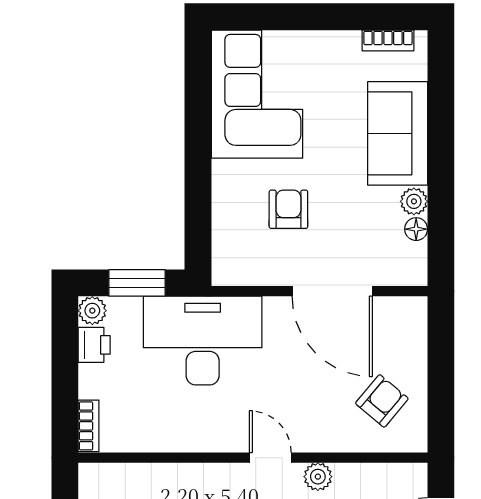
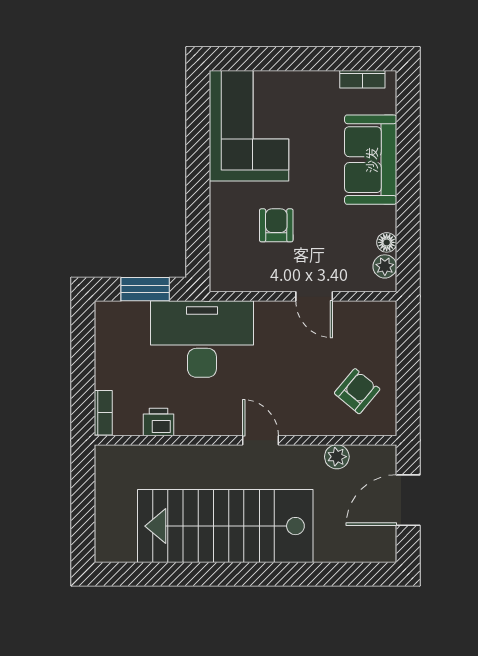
plant: (414, 201) -> (385, 266), moved
door: (332, 291) -> (314, 296), width x0.53
plant: (92, 311) -> (106, 313), removed
printer: (94, 345) -> (159, 422), moved, turned -90
plant: (318, 477) -> (337, 457), moved

